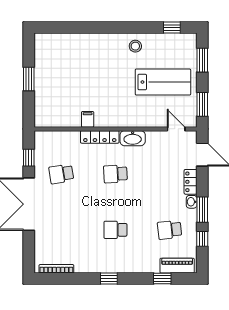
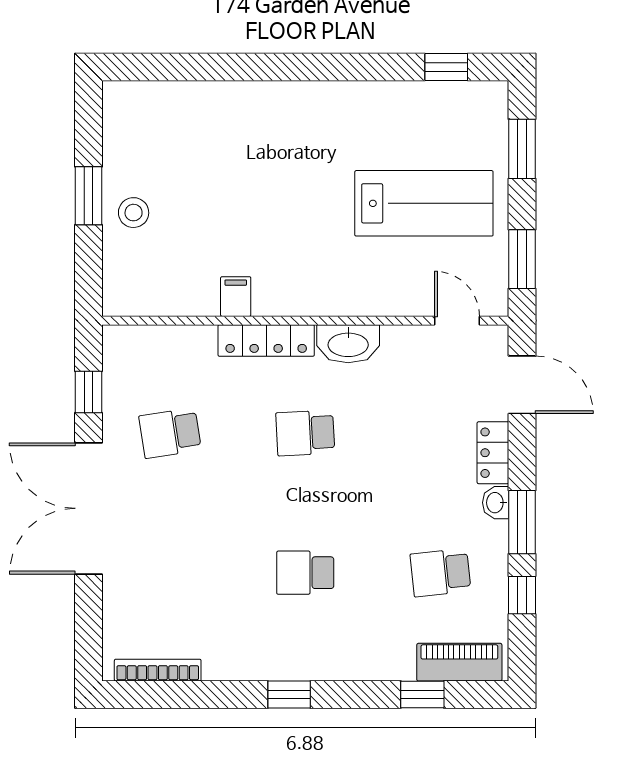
stool: (135, 46) -> (134, 213), moved

